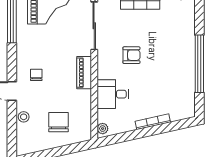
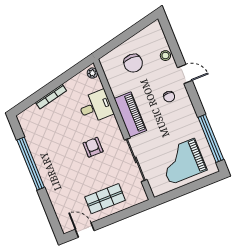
armchair: (131, 55) -> (93, 147), turned 90
piano: (84, 73) -> (130, 115), width x1.37, depth x1.33

